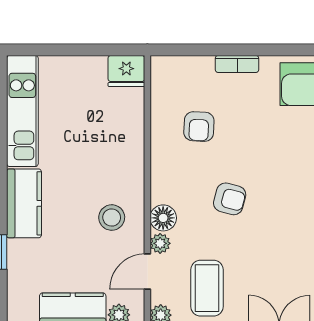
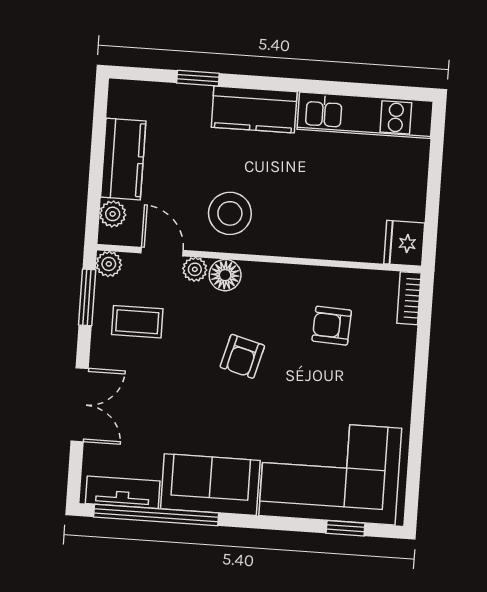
bookcase: (237, 64) -> (409, 298), moved
stool: (112, 218) -> (230, 213), width x1.38, depth x1.38
coffee table: (207, 288) -> (137, 322), width x0.73, depth x0.77

